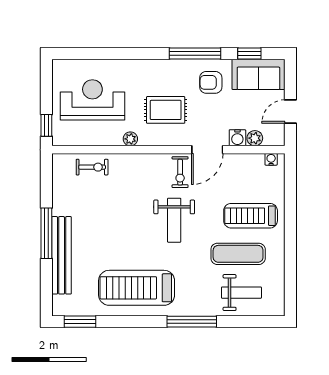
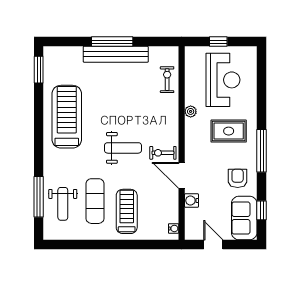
window: (195, 53) -> (262, 151), moved
rug: (166, 110) -> (229, 131), moved, turned 90
window: (46, 125) -> (218, 42), moved
plant: (255, 138) -> (191, 215), removed
exercise bike: (92, 167) -> (167, 80), turned 180
weight bench: (174, 220) -> (123, 148), turned 180
bench: (62, 255) -> (116, 54), moved
window: (192, 322) -> (39, 197), moved

